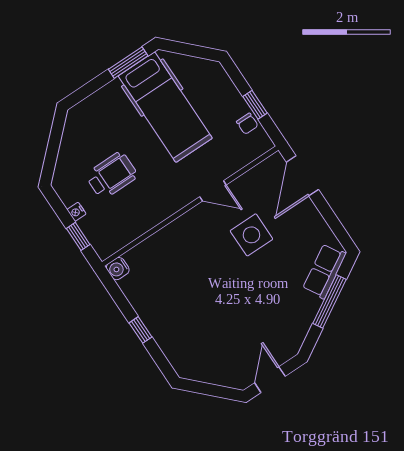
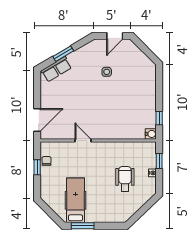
hospital bed: (165, 107) -> (76, 200), width x0.73, depth x0.78
wheelchair: (112, 175) -> (125, 179), turned 90
side table: (251, 235) -> (107, 72), moved, width x0.54, depth x0.54
window: (329, 301) -> (63, 54), width x0.69
window: (140, 330) -> (159, 118), moved

